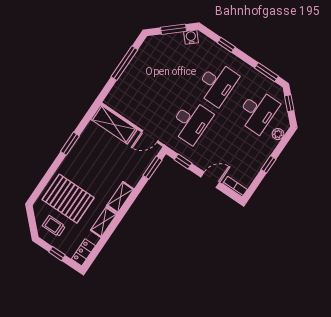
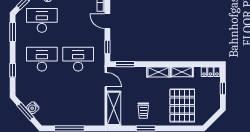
water cooler: (191, 37) -> (33, 108), moved
trolley: (54, 226) -> (143, 111), moved

